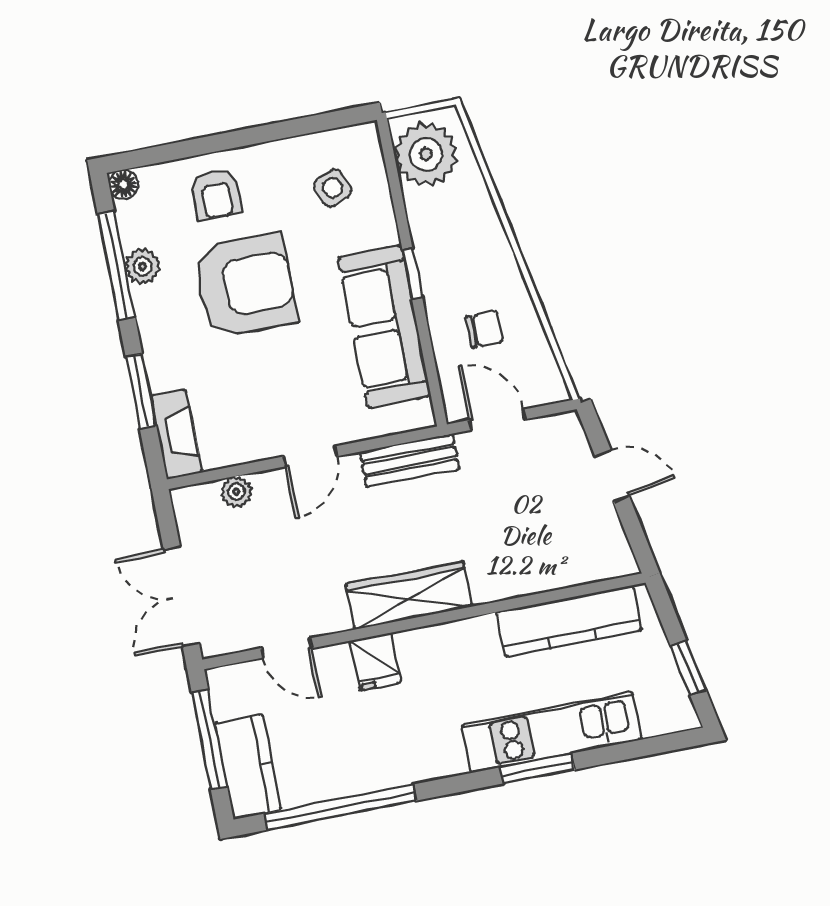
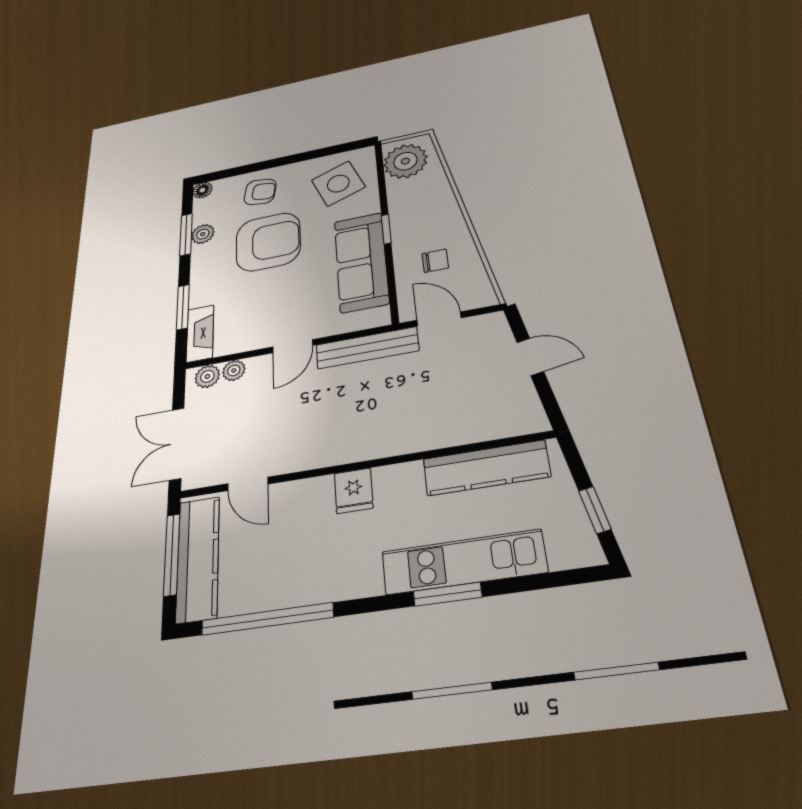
side table: (332, 188) -> (338, 184), width x1.87, depth x1.87
armchair: (216, 194) -> (260, 192), turned -81
window: (116, 266) -> (186, 234), width x0.69
bench: (410, 460) -> (367, 348), width x1.36
plant: (201, 500) -> (207, 376), added
wardrobe: (409, 595) -> (352, 445), removed
fridge: (376, 662) -> (354, 491), moved
kitchen counter: (248, 767) -> (198, 559), width x1.50

